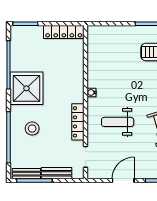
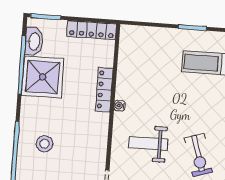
washbasin: (17, 45) -> (34, 41), added
shower: (26, 88) -> (43, 77), moved
locker: (78, 122) -> (104, 90), moved

